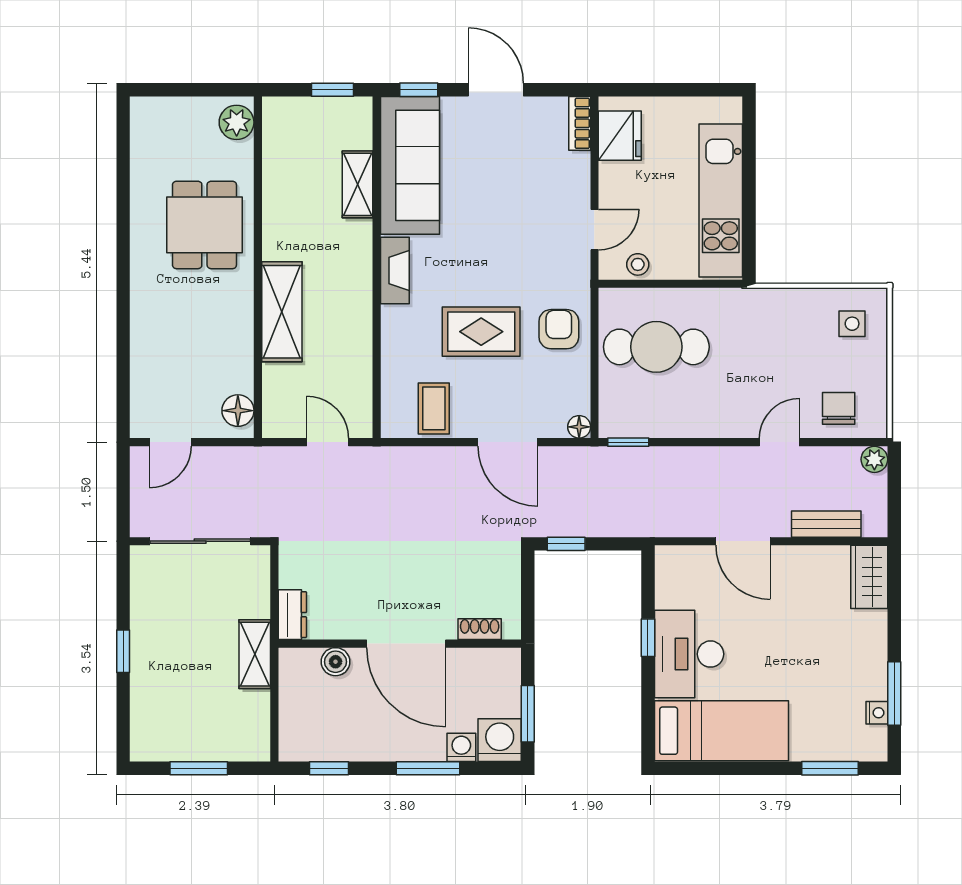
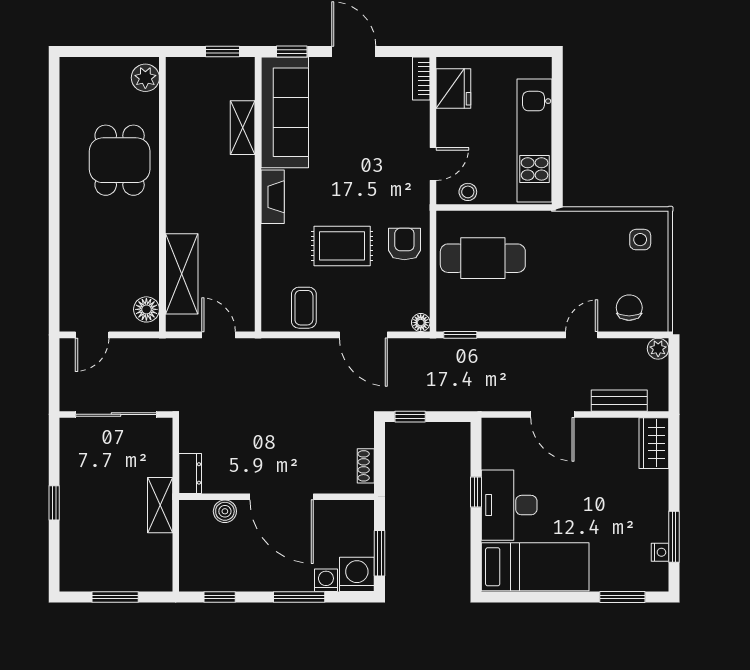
shelving: (282, 312) -> (182, 274), moved
shoe rack: (480, 629) -> (366, 466), moved, turned -90

